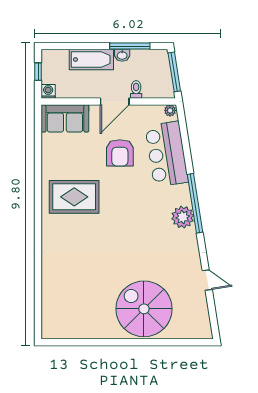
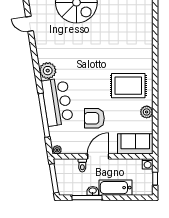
armchair: (120, 153) -> (94, 118), turned -90
bar counter: (167, 154) -> (57, 102), moved
plant: (50, 161) -> (147, 112), added
window: (195, 203) -> (44, 115), moved

